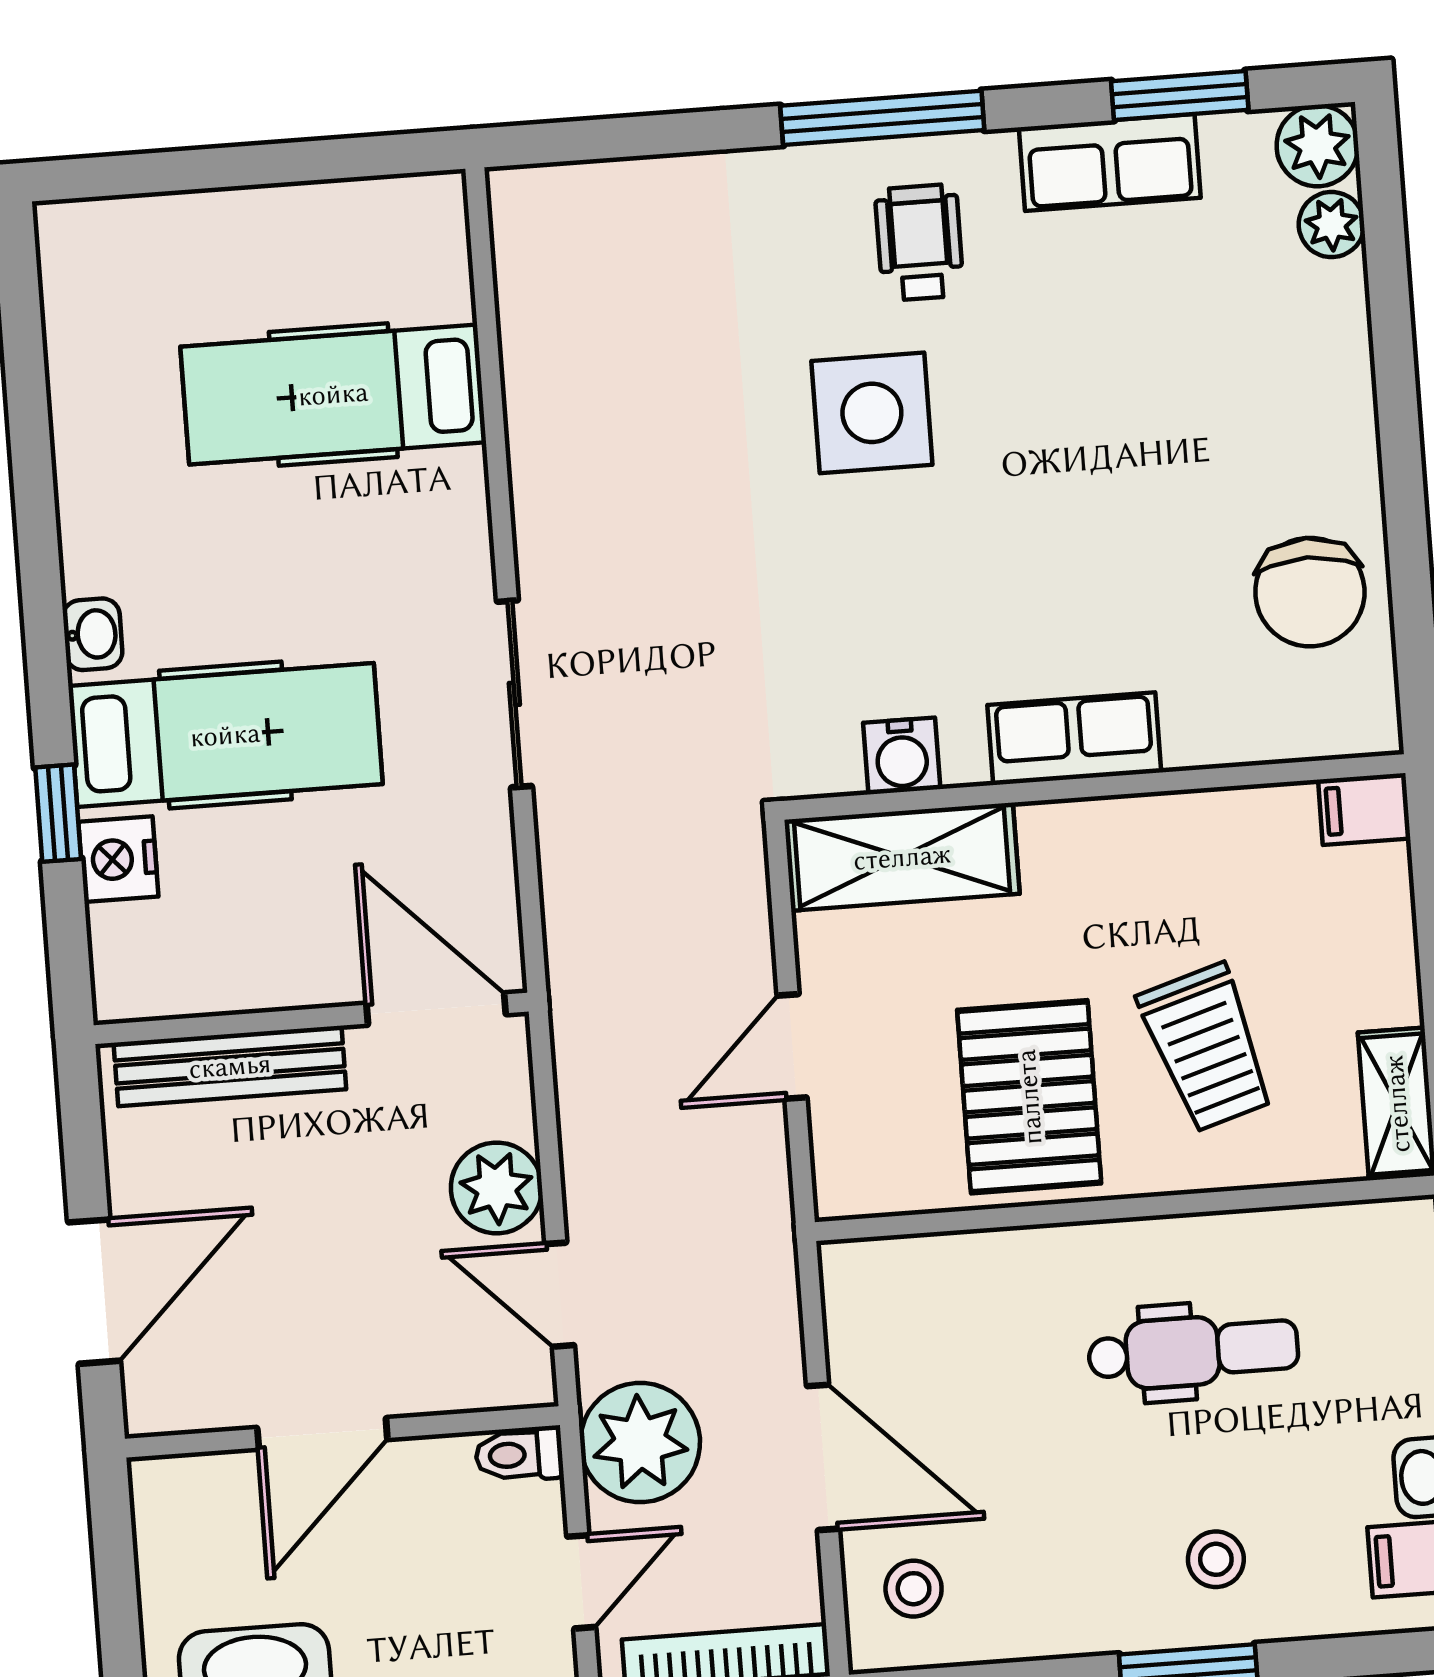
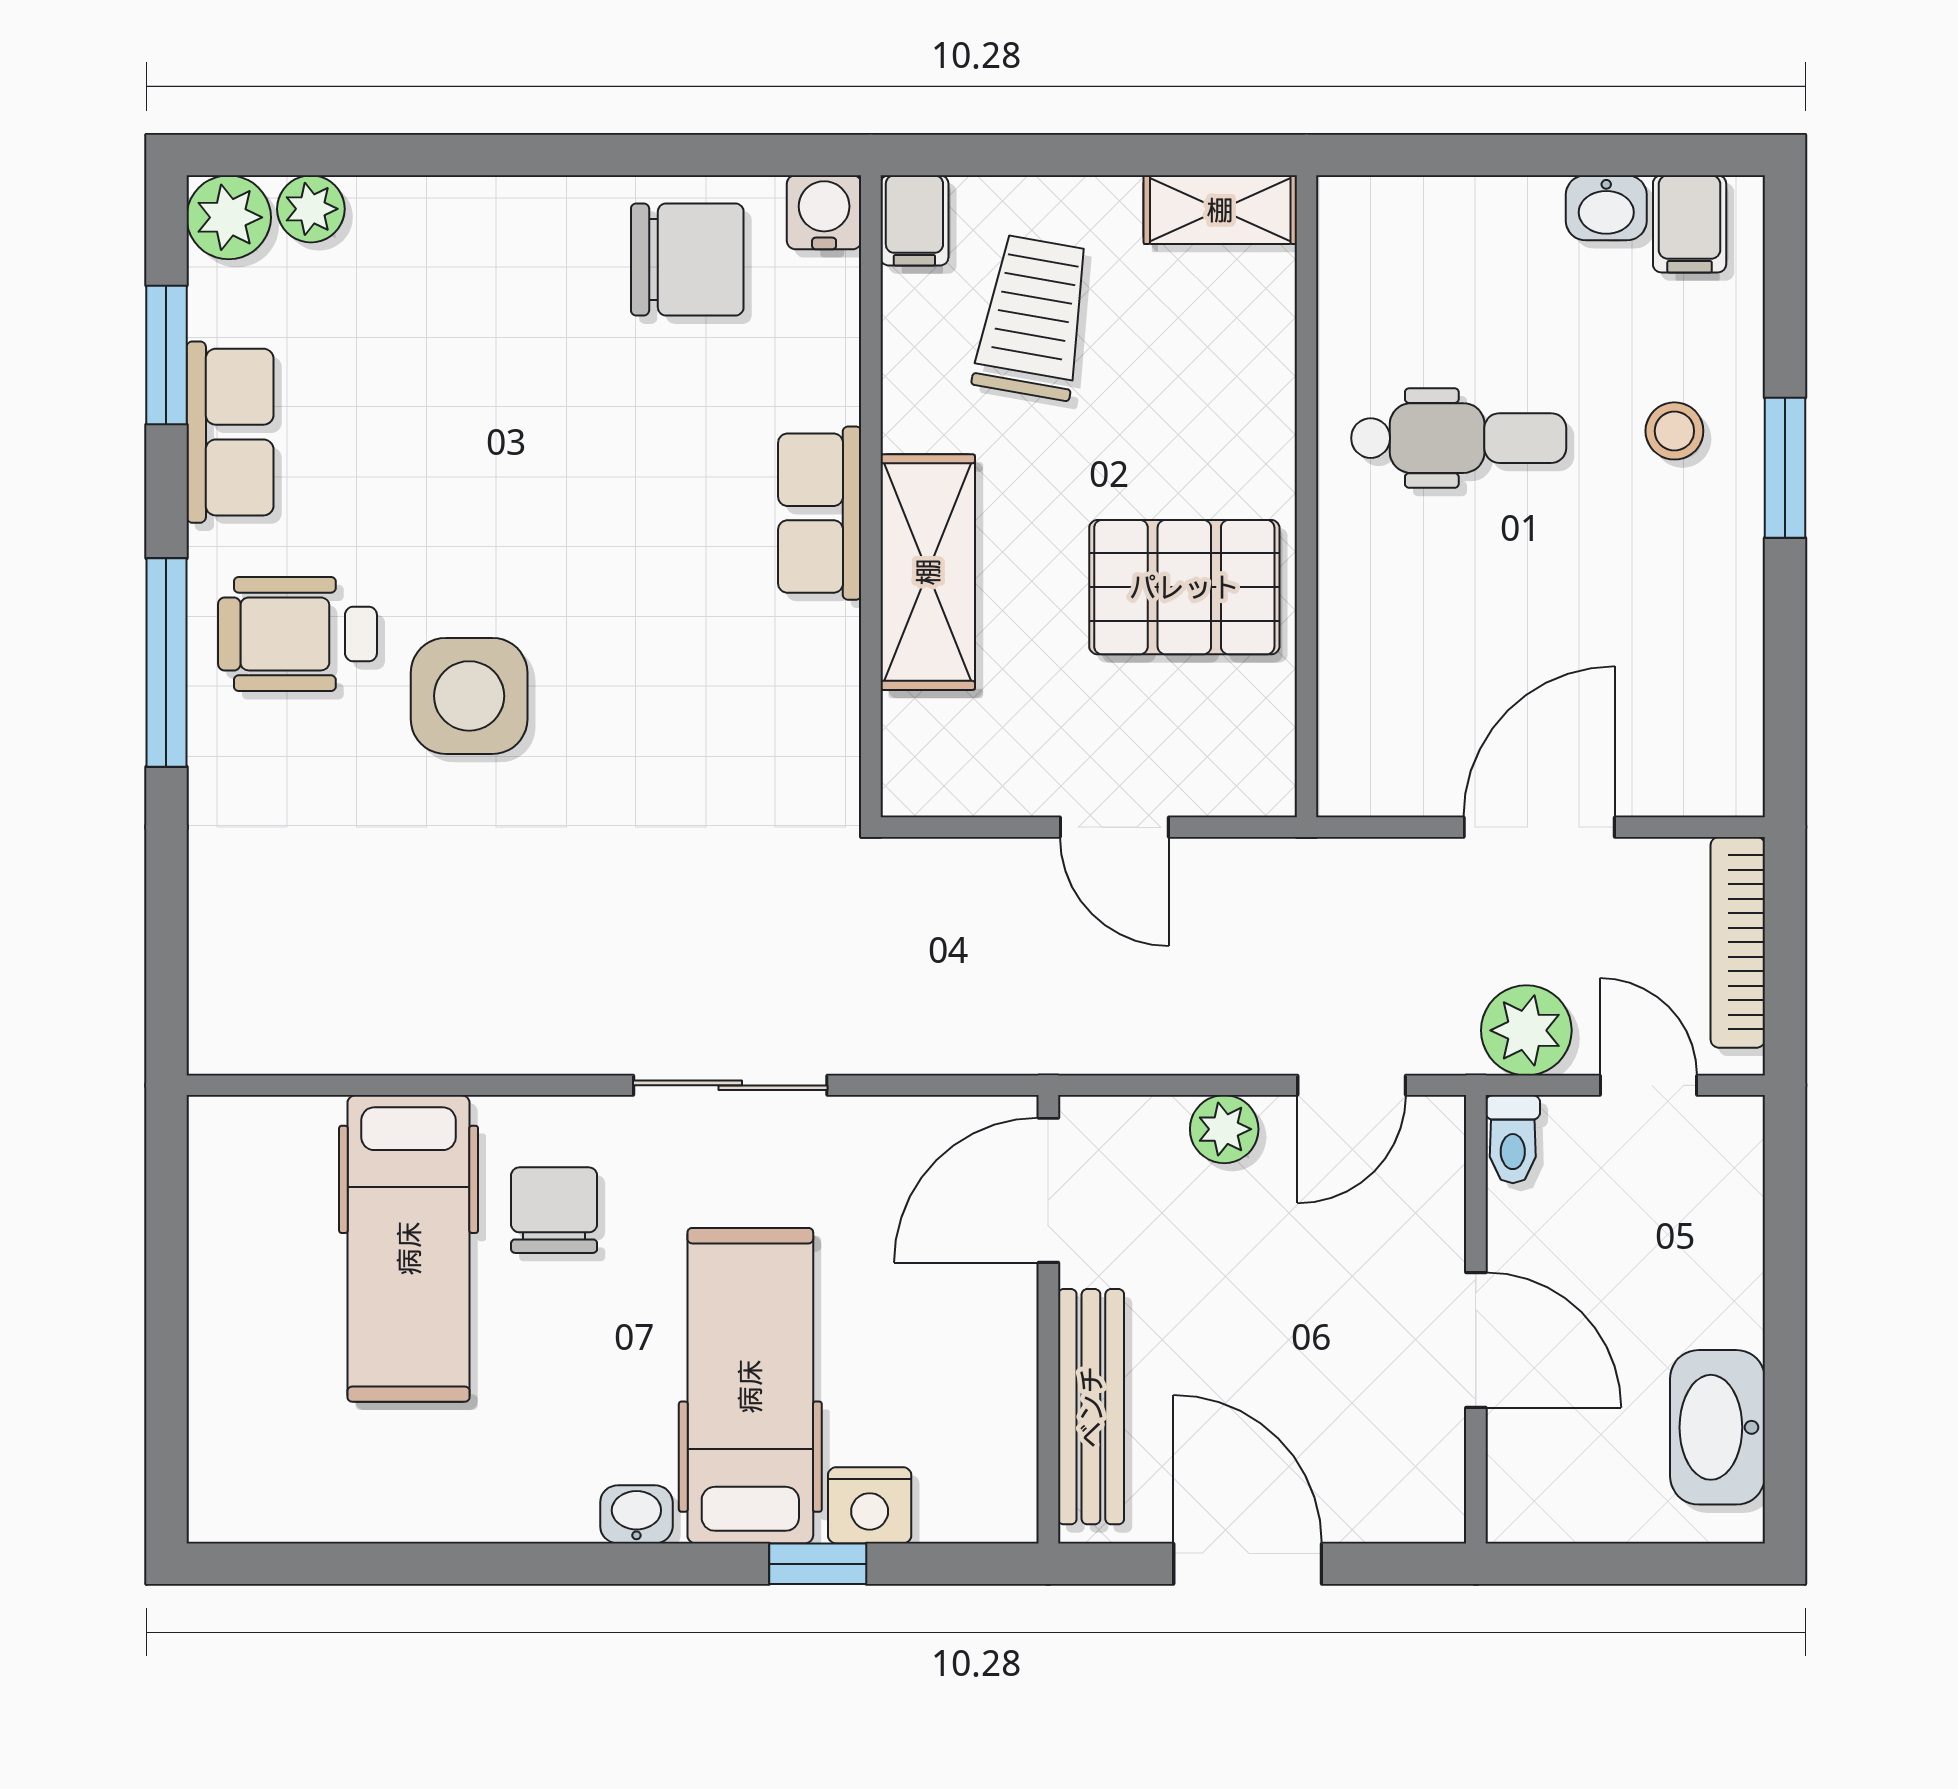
wheelchair: (919, 242) -> (297, 634), width x1.36, depth x1.37
chair: (381, 532) -> (554, 1210), added
water cooler: (902, 756) -> (824, 212), moved, turned -90
shelving: (902, 857) -> (928, 572), moved
trolley: (1207, 1048) -> (1033, 318), moved, turned -63
plant: (497, 1188) -> (1224, 1129), width x0.73, depth x0.73
door: (94, 1292) -> (1248, 1564), moved
dental chair: (1193, 1351) -> (1459, 438), turned 90
plant: (640, 1443) -> (1526, 1030), width x0.73, depth x0.73
stool: (914, 1589) -> (1681, 744), removed

